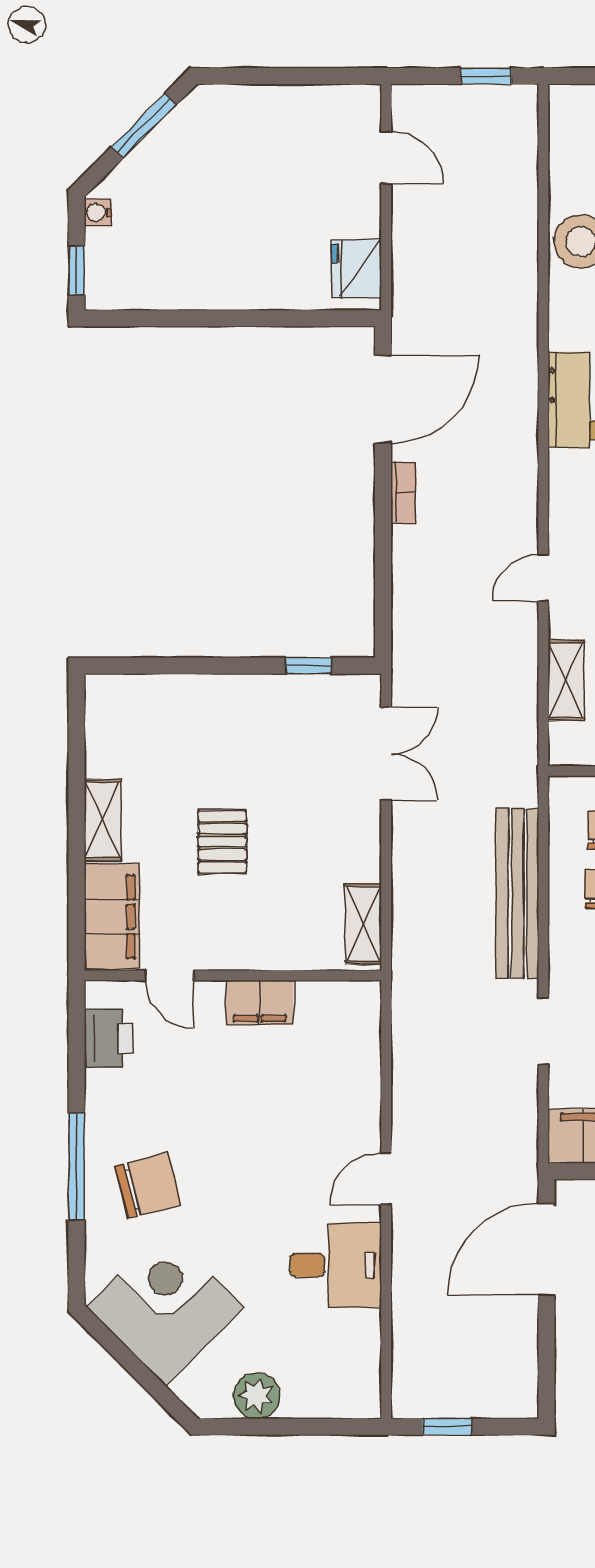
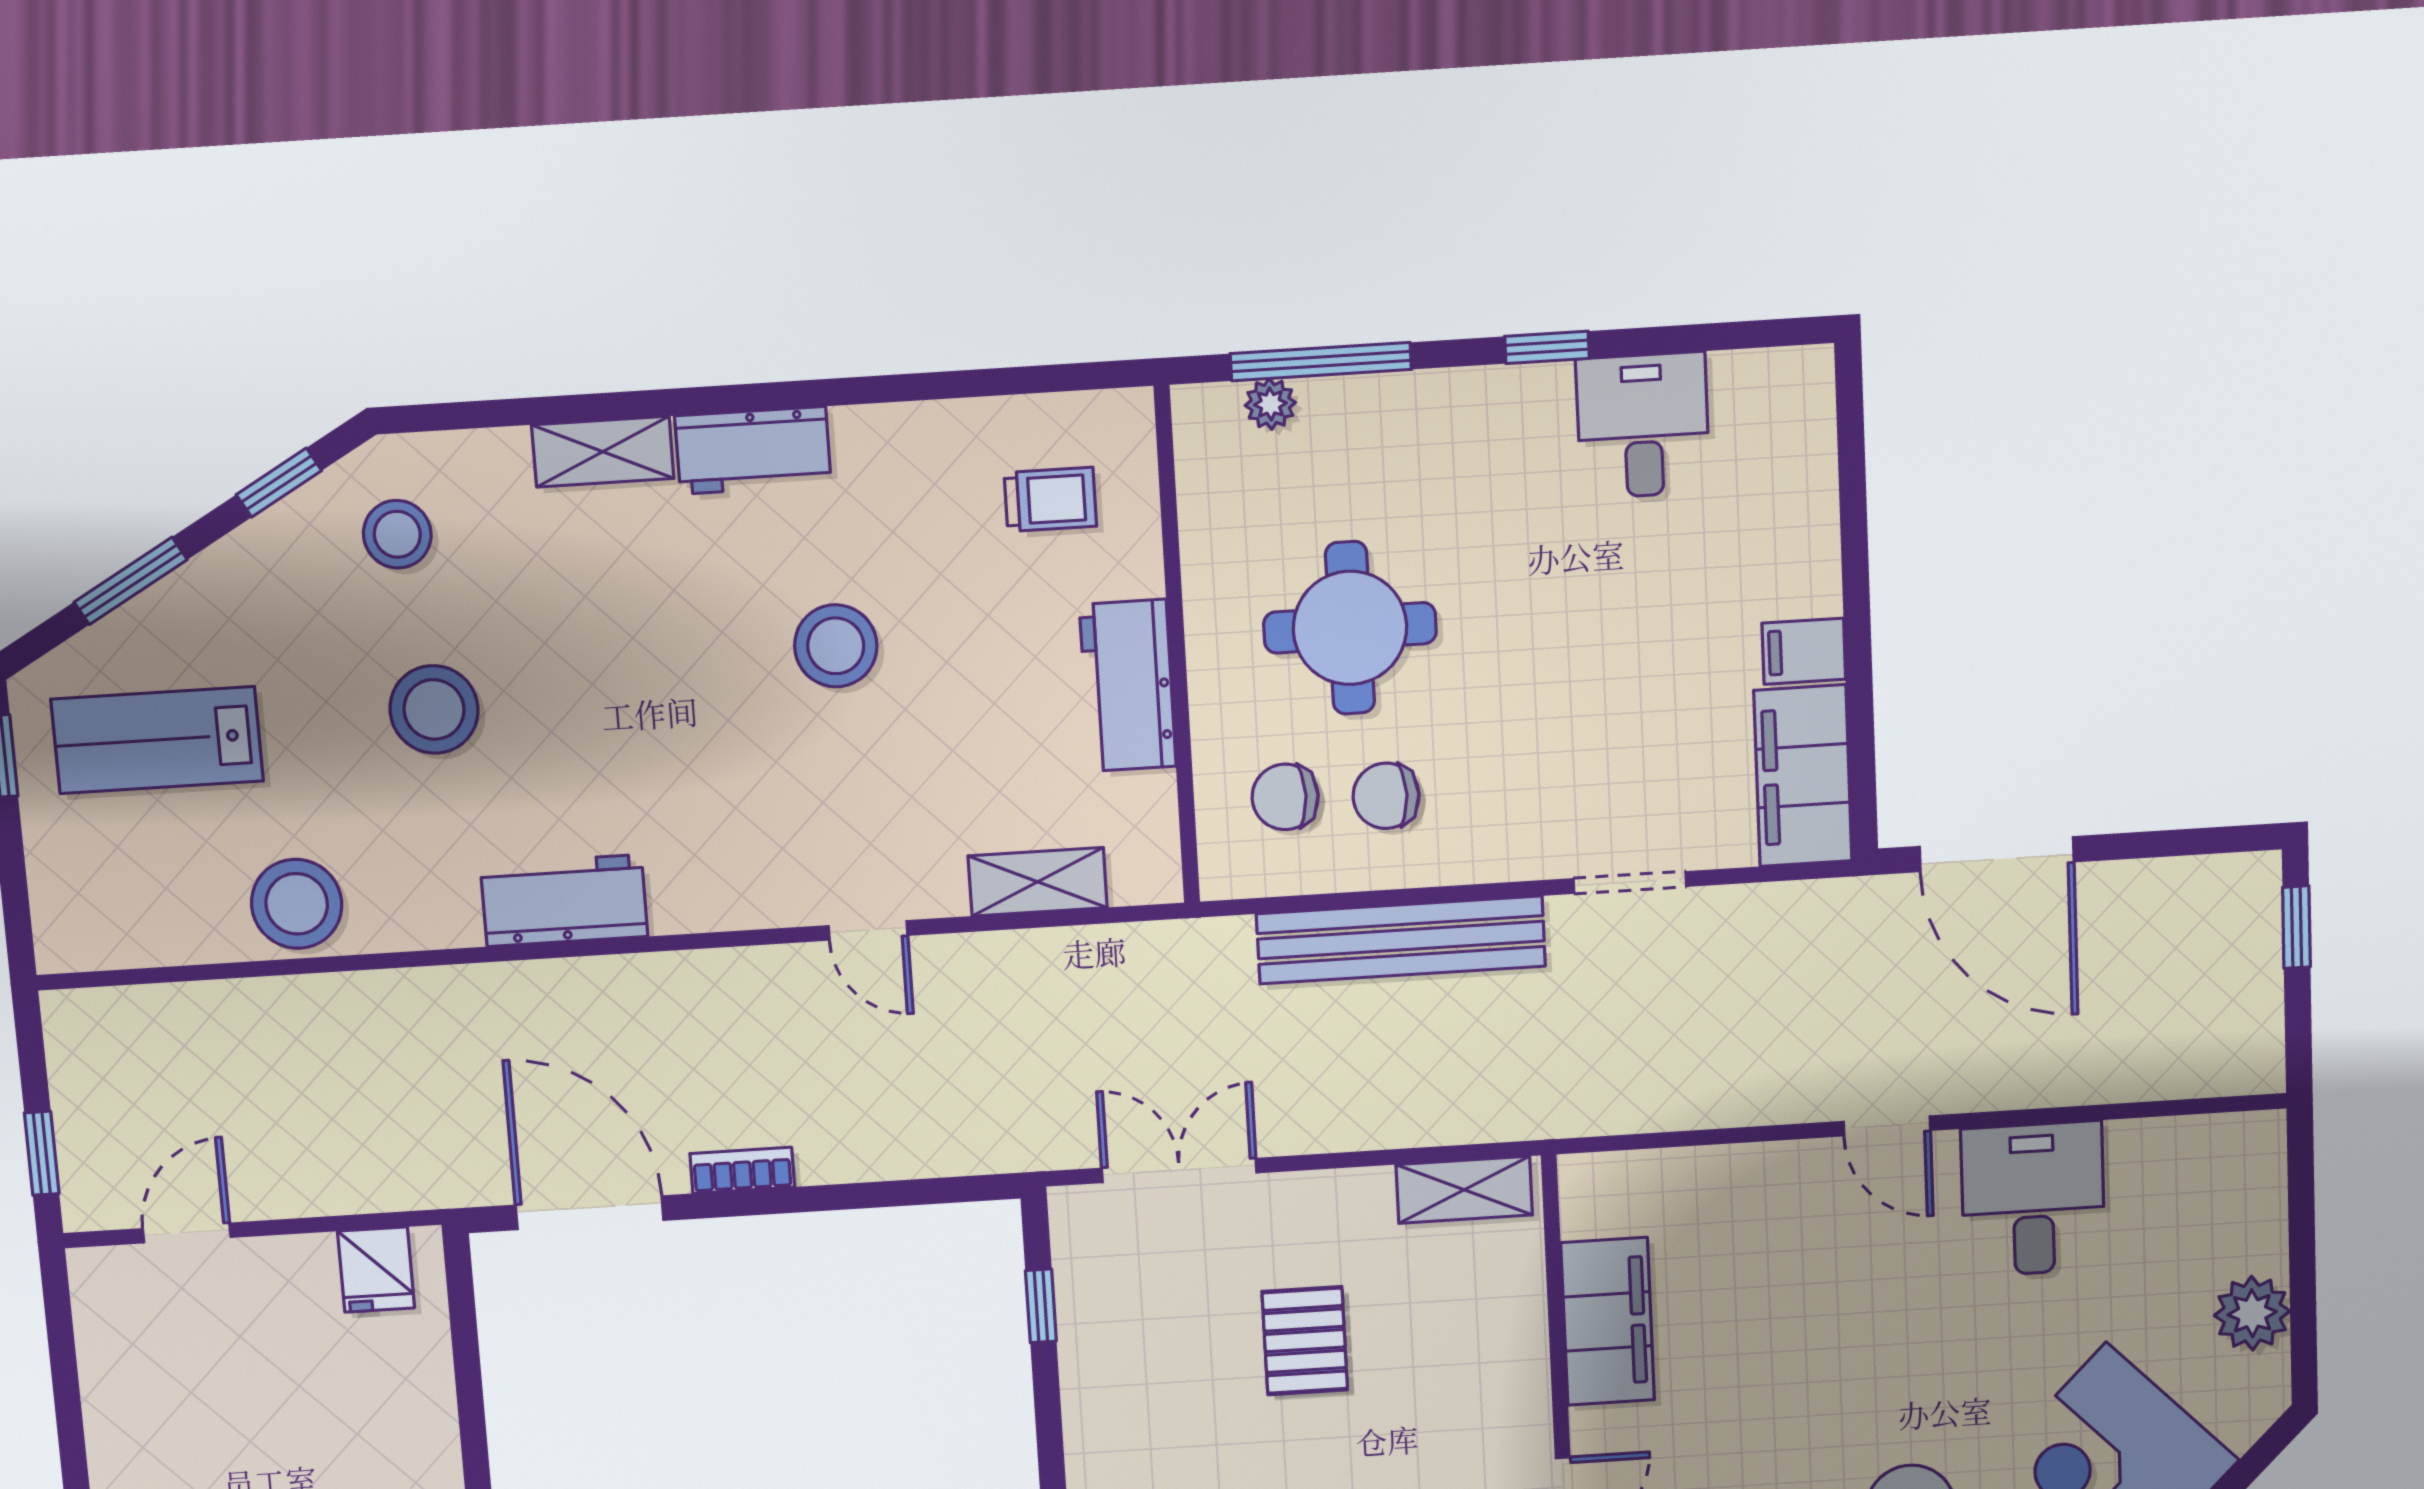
window: (486, 76) -> (42, 1153), moved
fridge: (356, 269) -> (376, 1270), width x0.72
pallet: (222, 842) -> (1305, 1341), moved, turned 90
filing cabinet: (260, 1003) -> (1608, 1321), width x1.50, depth x1.17
window: (447, 1427) -> (2296, 927), moved

